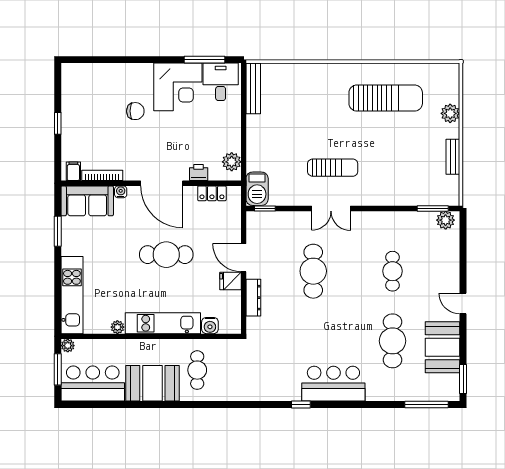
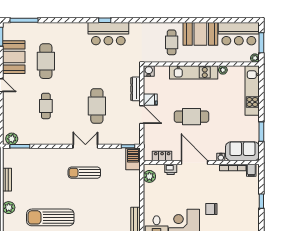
water cooler: (210, 326) -> (149, 71), moved
bar counter: (333, 384) -> (108, 34), moved

